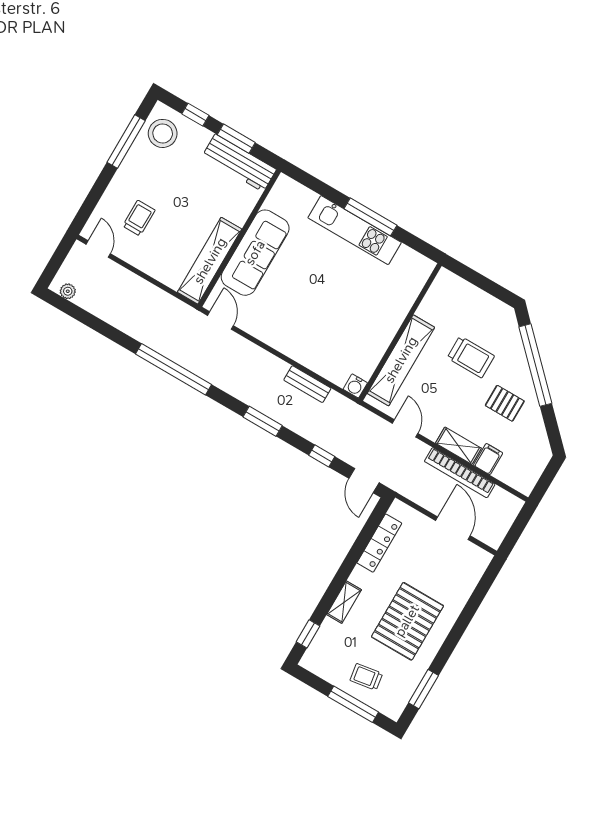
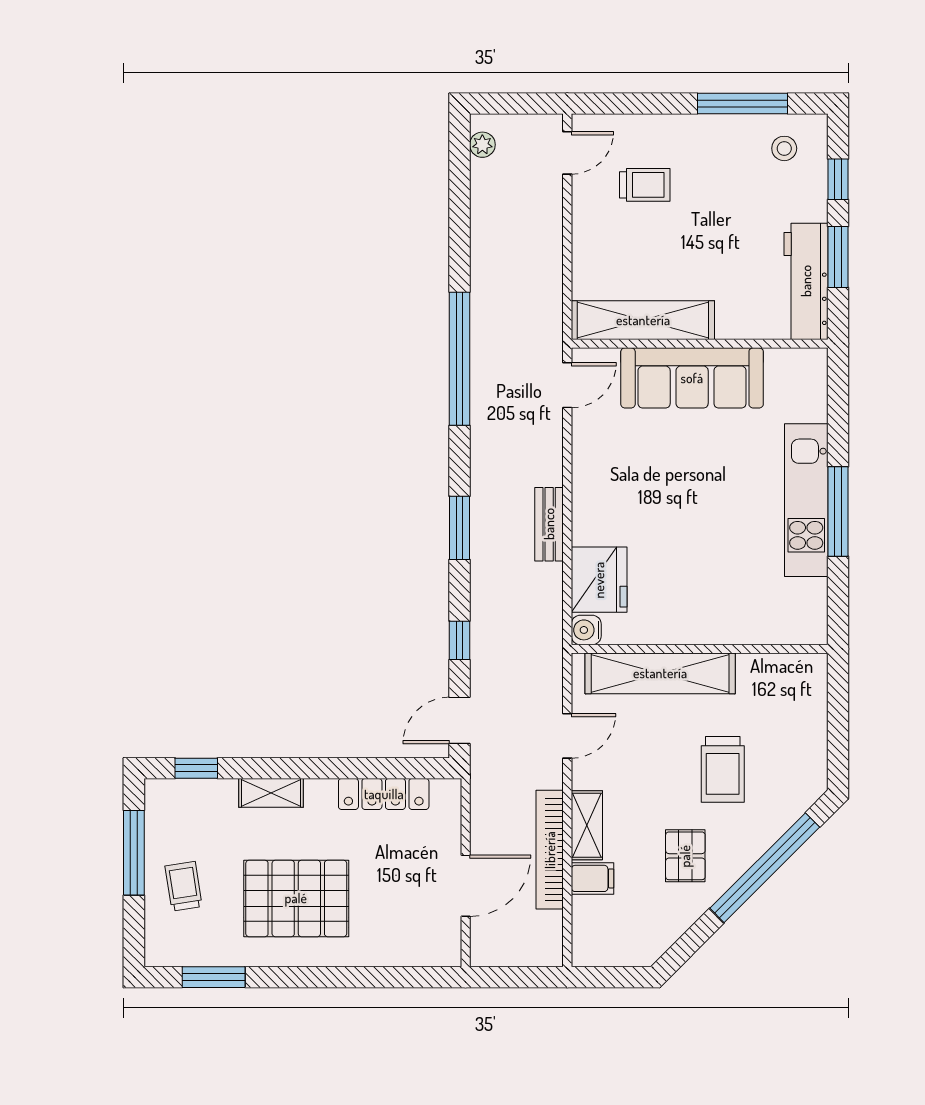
stool: (163, 133) -> (784, 148), width x0.53, depth x0.53
fridge: (333, 364) -> (599, 580), added
bench: (307, 384) -> (549, 524), moved
window: (353, 704) -> (134, 853), moved

